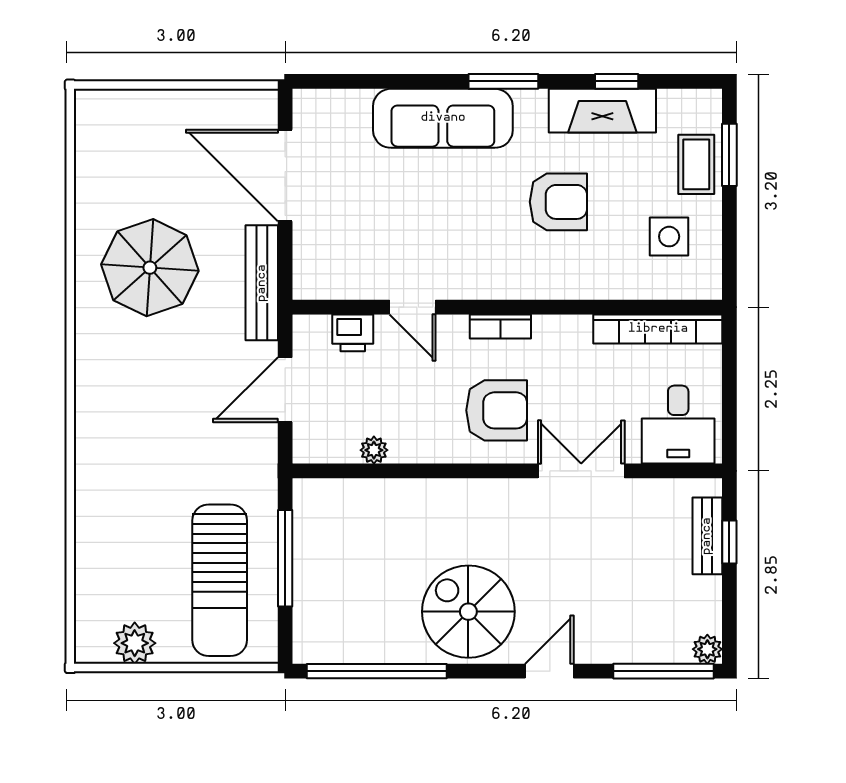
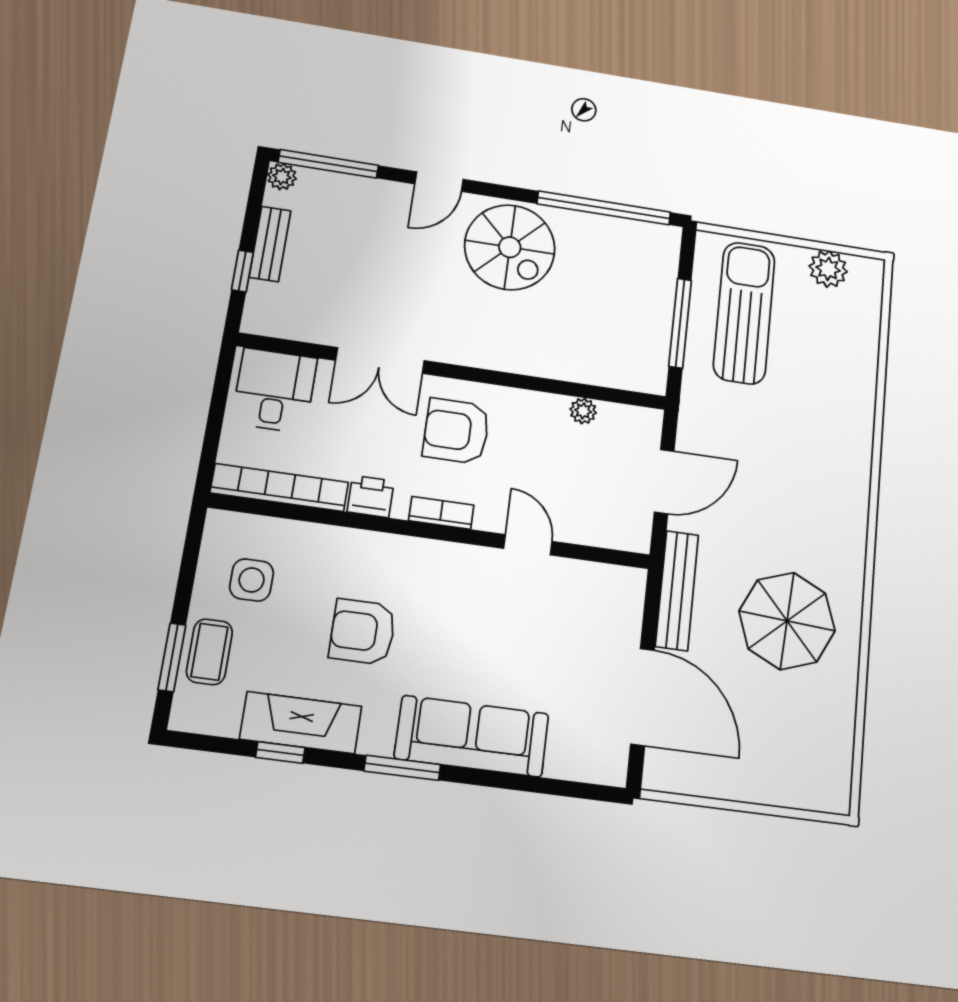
printer: (353, 333) -> (371, 496), moved
bench: (707, 536) -> (270, 244), moved

